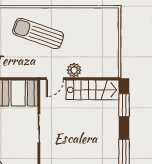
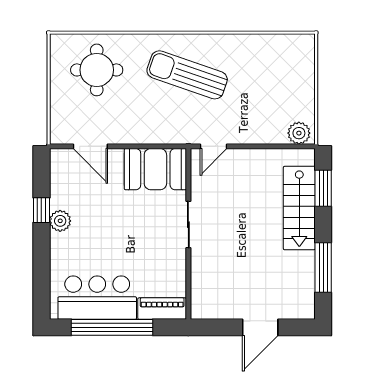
plant: (74, 70) -> (299, 133), moved
stairs: (93, 90) -> (299, 208), moved, turned 90

